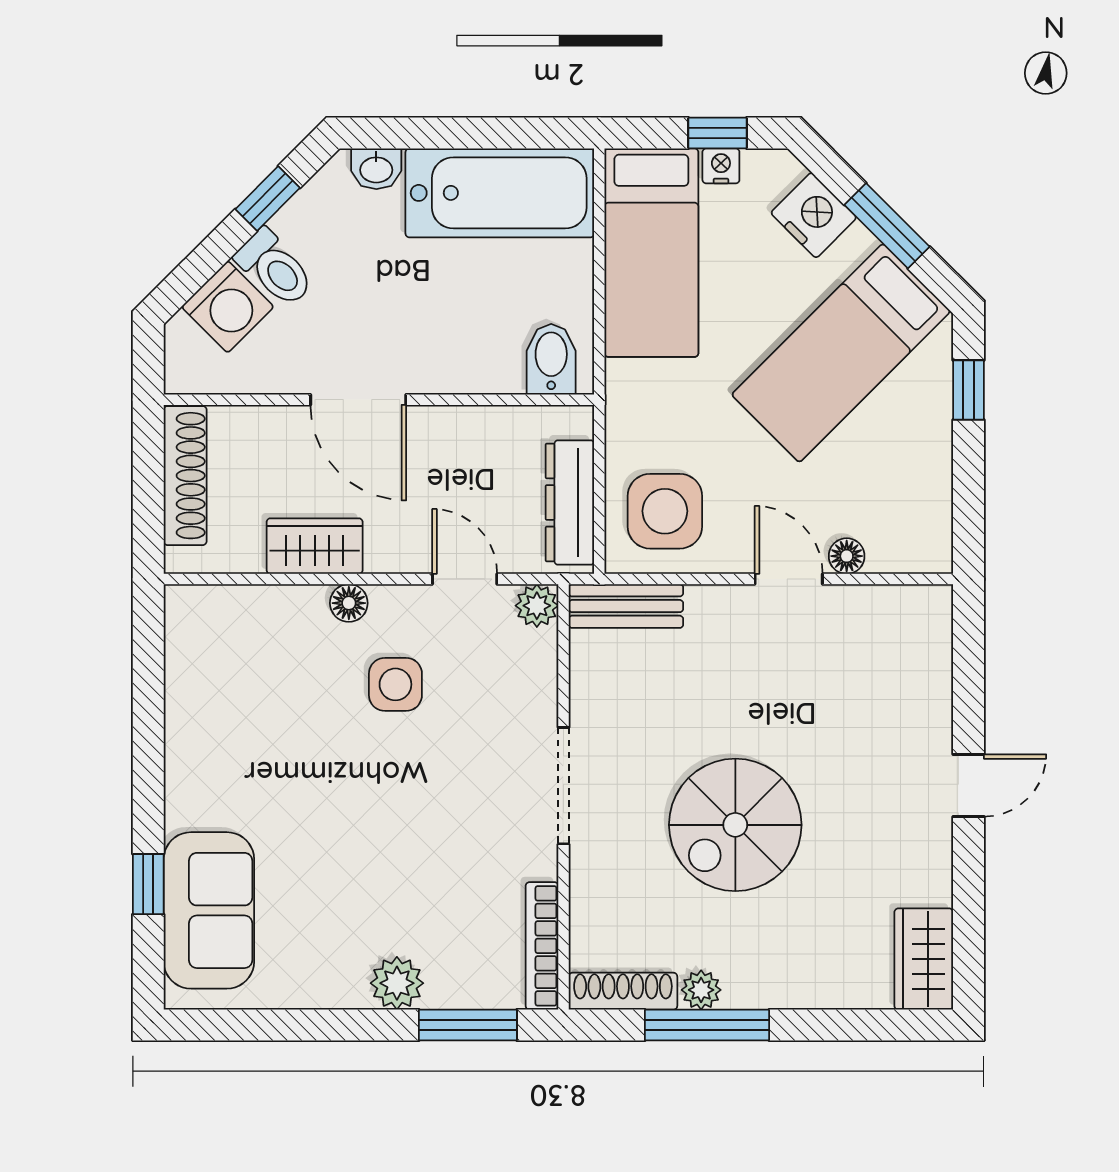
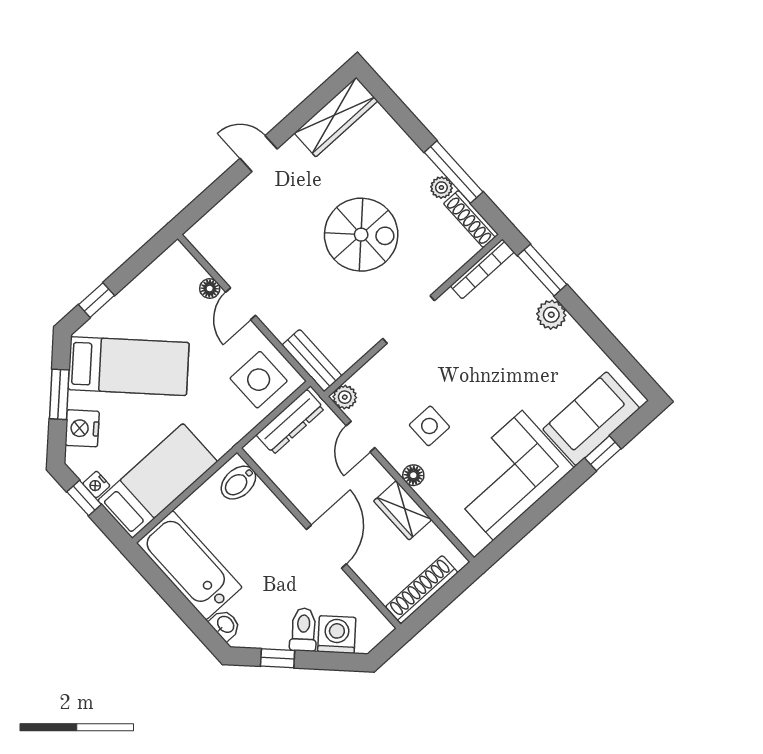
corner sofa: (234, 730) -> (508, 475), added
wardrobe: (924, 959) -> (336, 117), width x1.50

